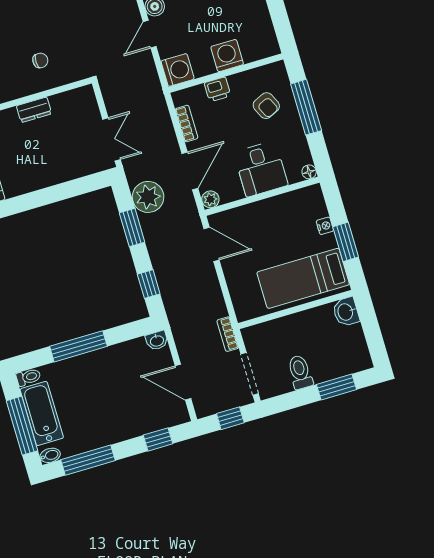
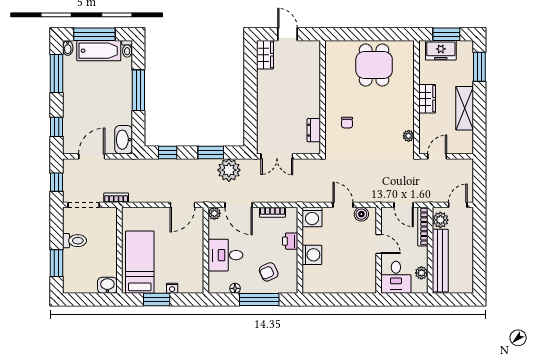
dresser: (34, 110) -> (314, 130), moved
floor lamp: (309, 172) -> (235, 288), moved
washbasin: (157, 341) -> (124, 140), width x1.91, depth x1.45

